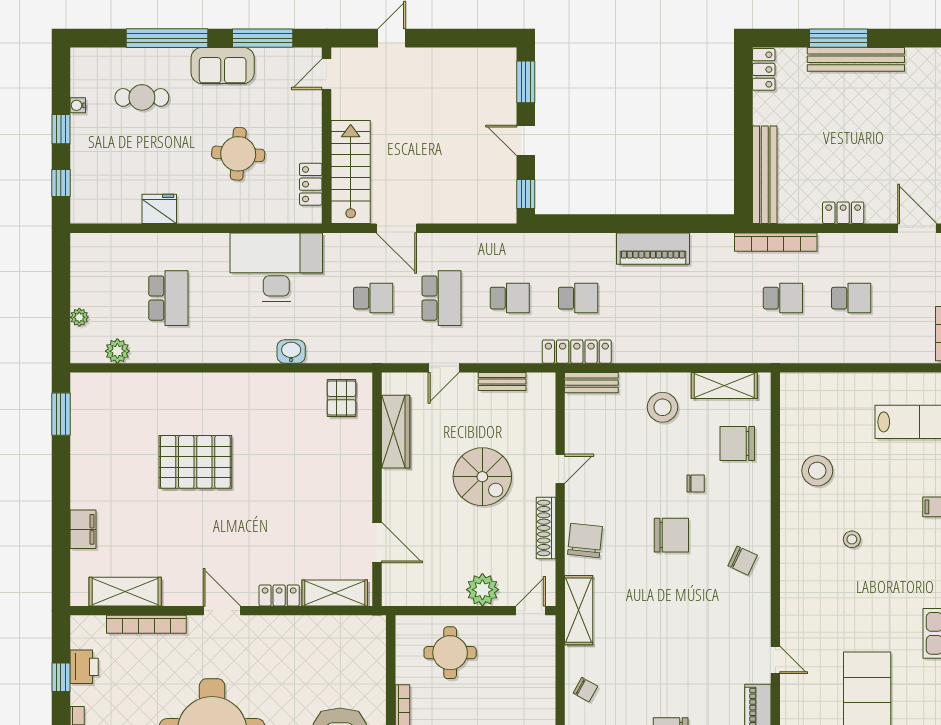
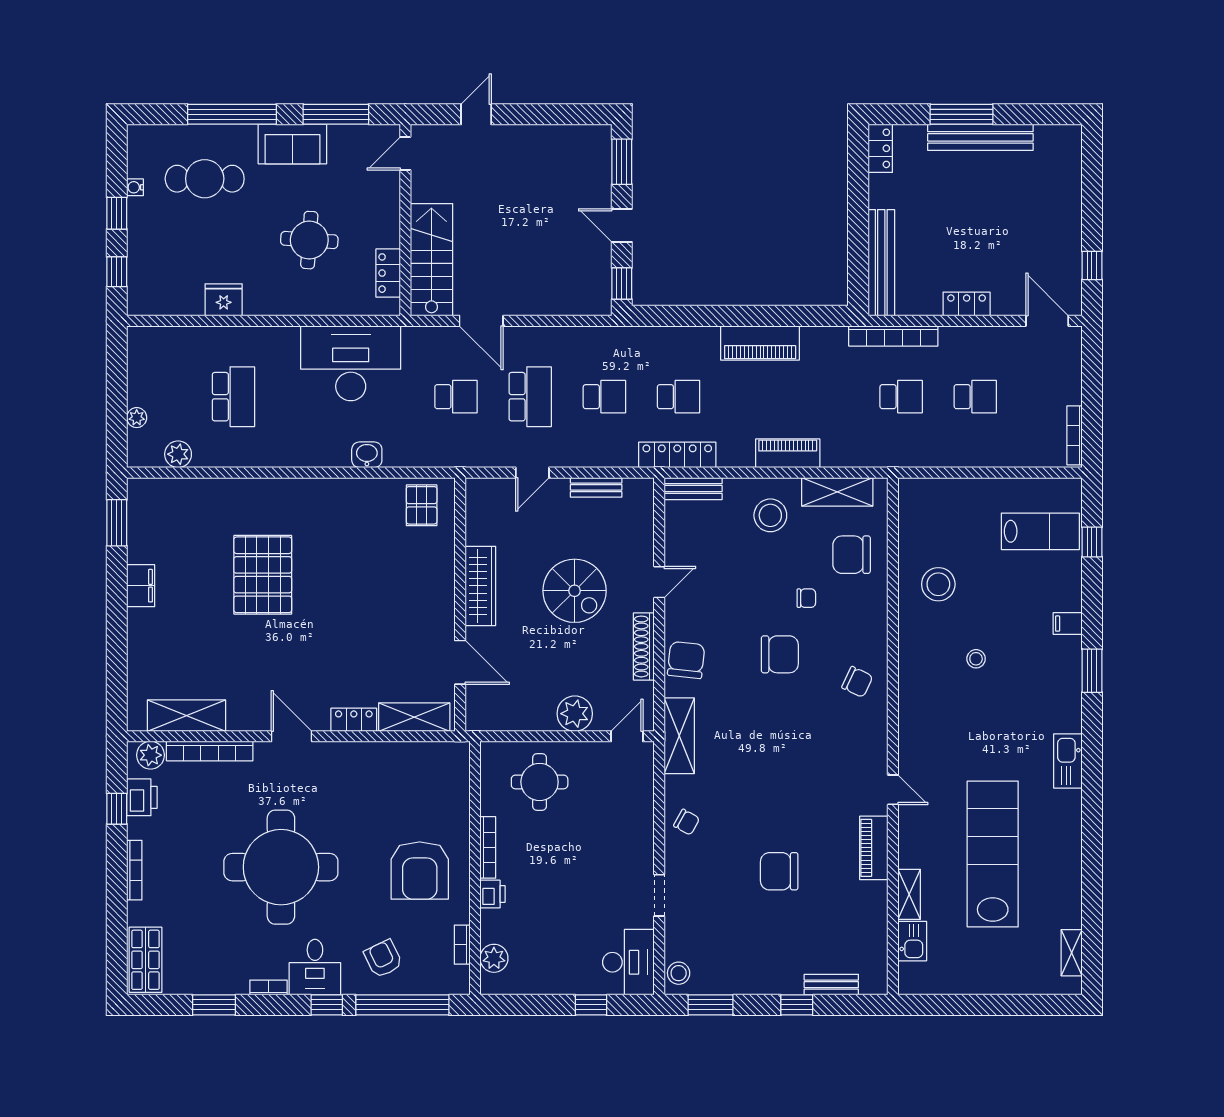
cafe table: (142, 97) -> (205, 179), width x1.37, depth x1.35
piano: (679, 350) -> (788, 453), added
wardrobe: (396, 432) -> (480, 586), moved
pallet: (195, 462) -> (263, 575), turned 90
filing cabinet: (83, 529) -> (141, 586), moved
plant: (92, 628) -> (150, 755), added

